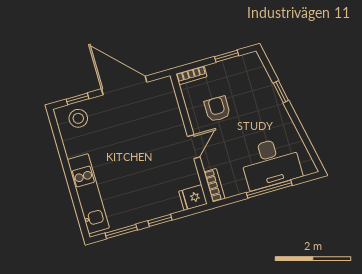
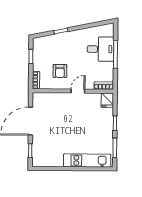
armchair: (217, 109) -> (60, 71), turned -90
stool: (78, 118) -> (42, 153), removed
door: (194, 147) -> (78, 91), hinge flipped
desk: (271, 163) -> (101, 49), width x0.73

